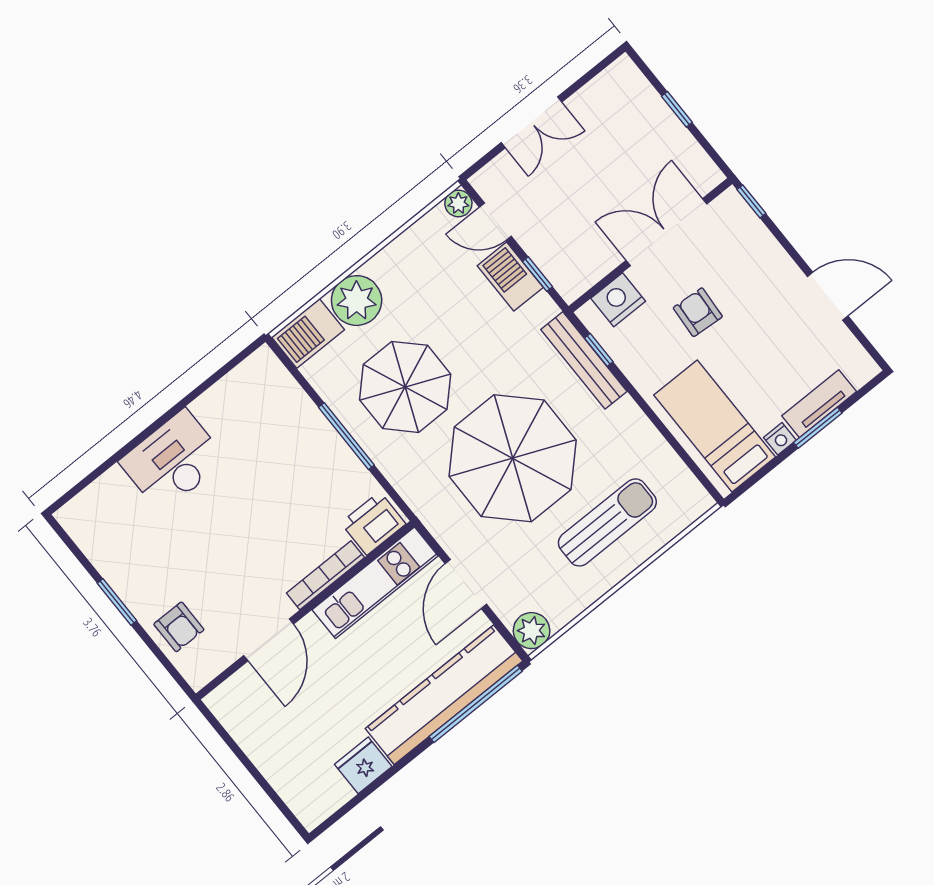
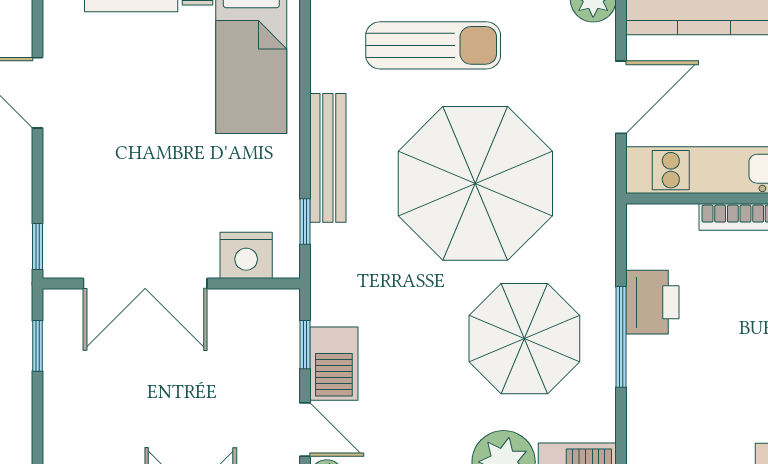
window: (677, 109) -> (37, 346), moved
armchair: (698, 312) -> (178, 180), removed
bench: (584, 360) -> (328, 158), moved
sun lounger: (607, 522) -> (433, 45), turned 180
printer: (373, 523) -> (652, 302), moved, turned -90

